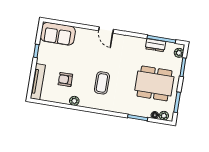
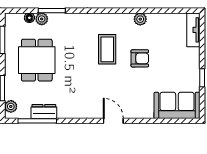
armchair: (65, 80) -> (140, 58), moved
tv unit: (38, 82) -> (193, 30), width x0.71
dining table: (154, 83) -> (37, 60), width x0.73
plant: (164, 116) -> (42, 19), moved

